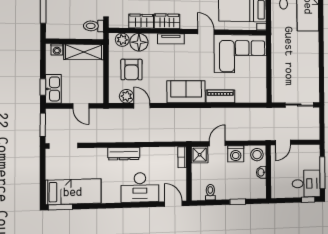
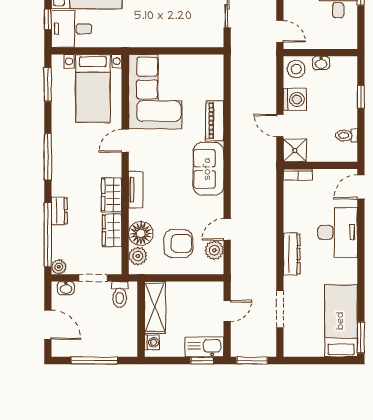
doorway: (64, 146) -> (280, 309), moved

